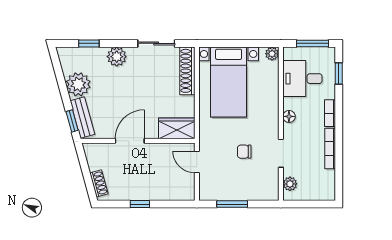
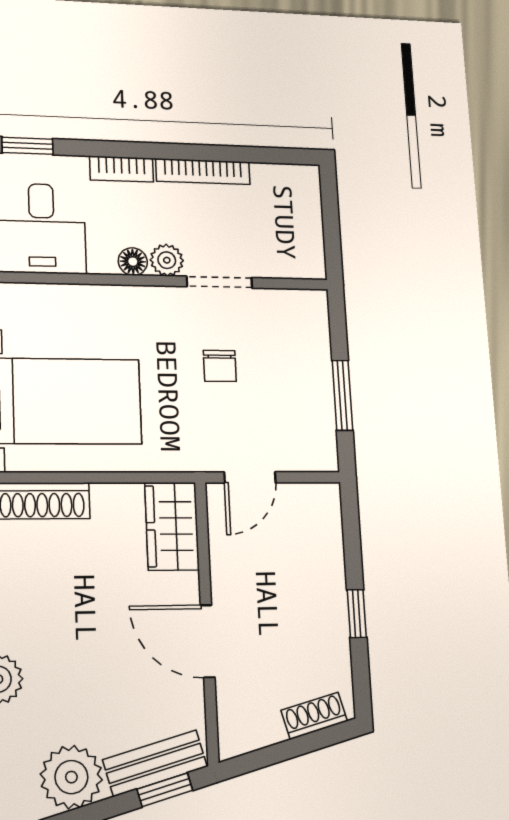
plant: (290, 184) -> (167, 260), moved

